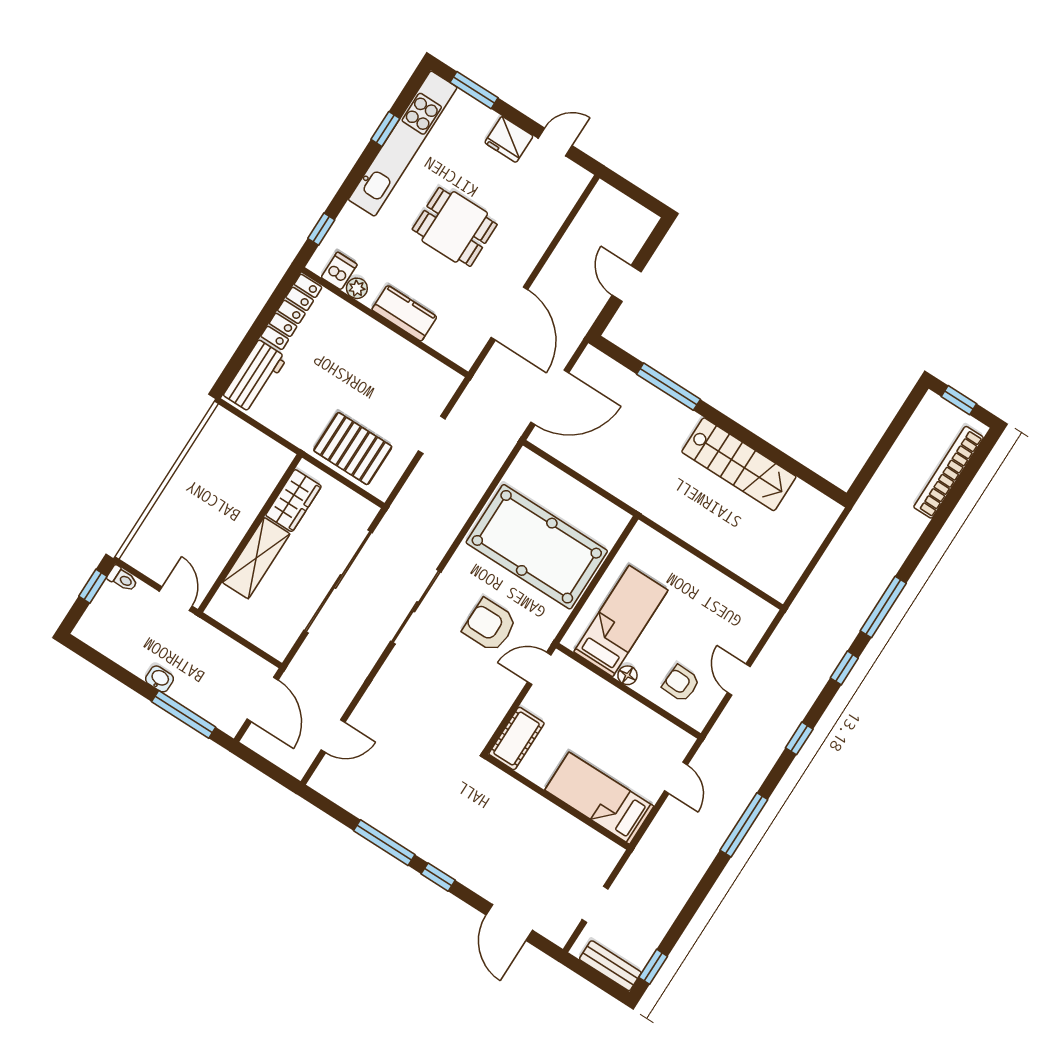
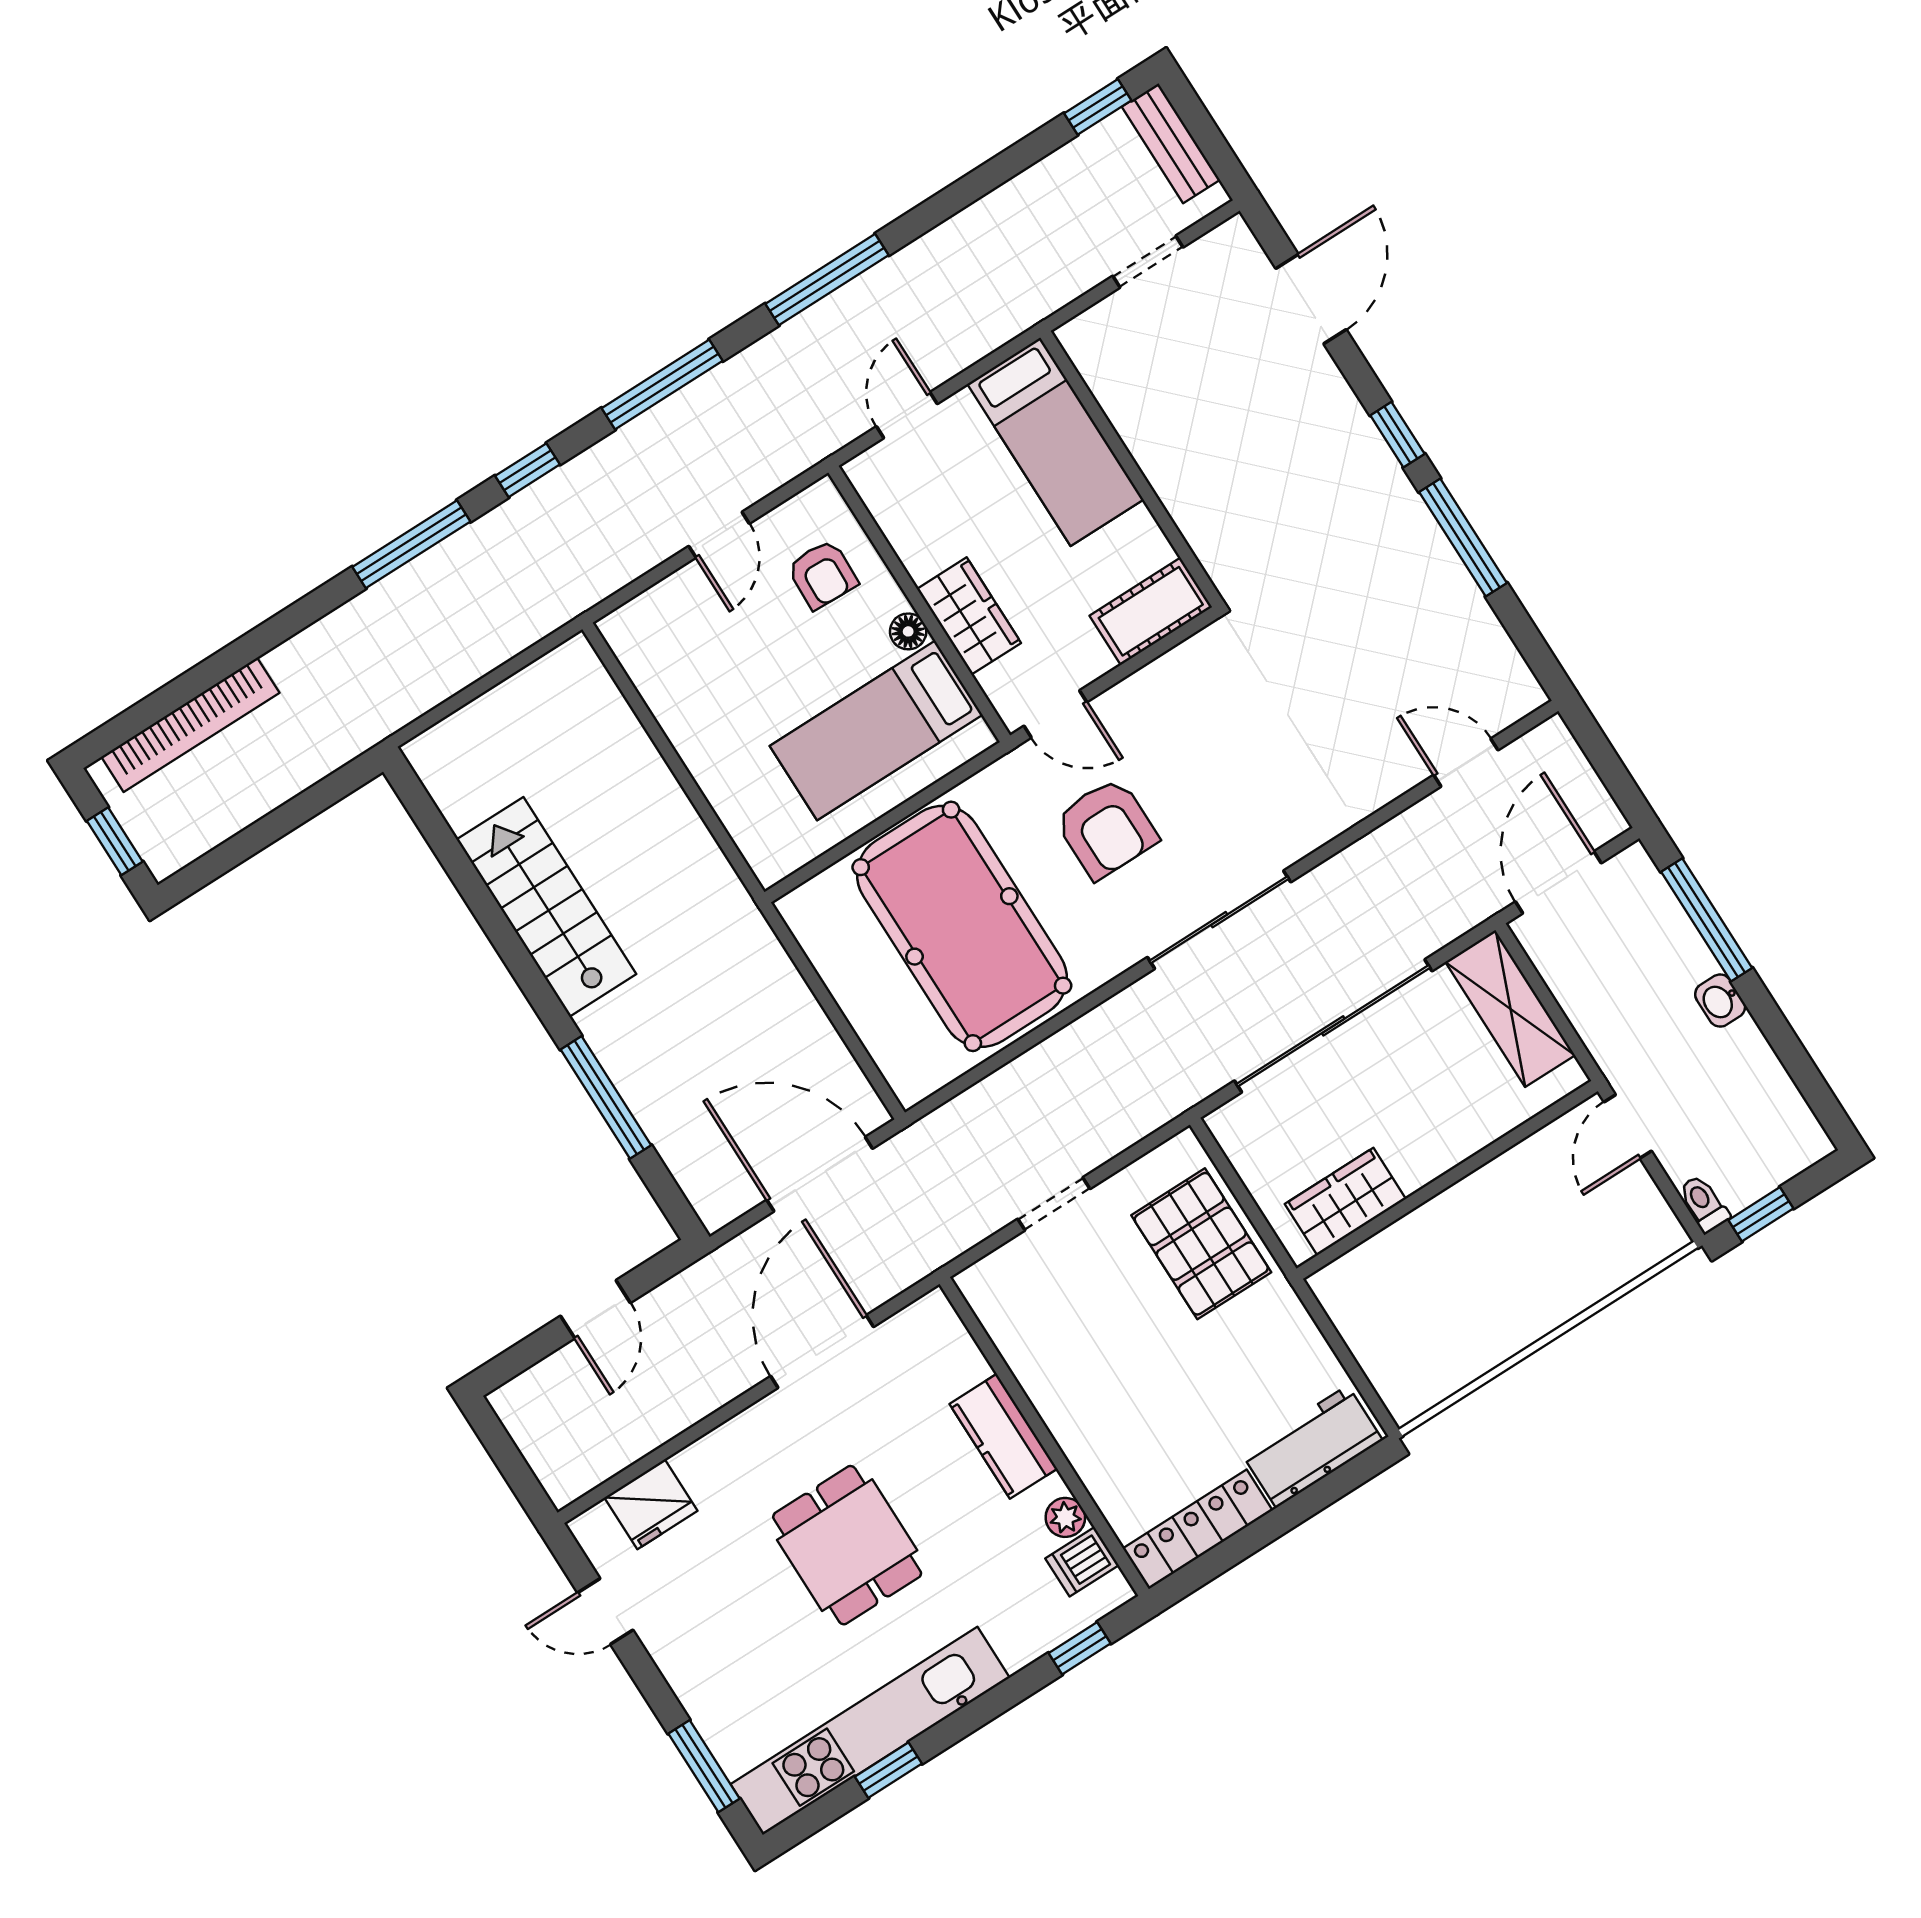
fridge: (509, 139) -> (651, 1504), moved, turned 90
shelving: (256, 558) -> (1510, 1009), moved, turned 90
wardrobe: (602, 696) -> (969, 616), added
window: (799, 738) -> (662, 384), width x2.17

